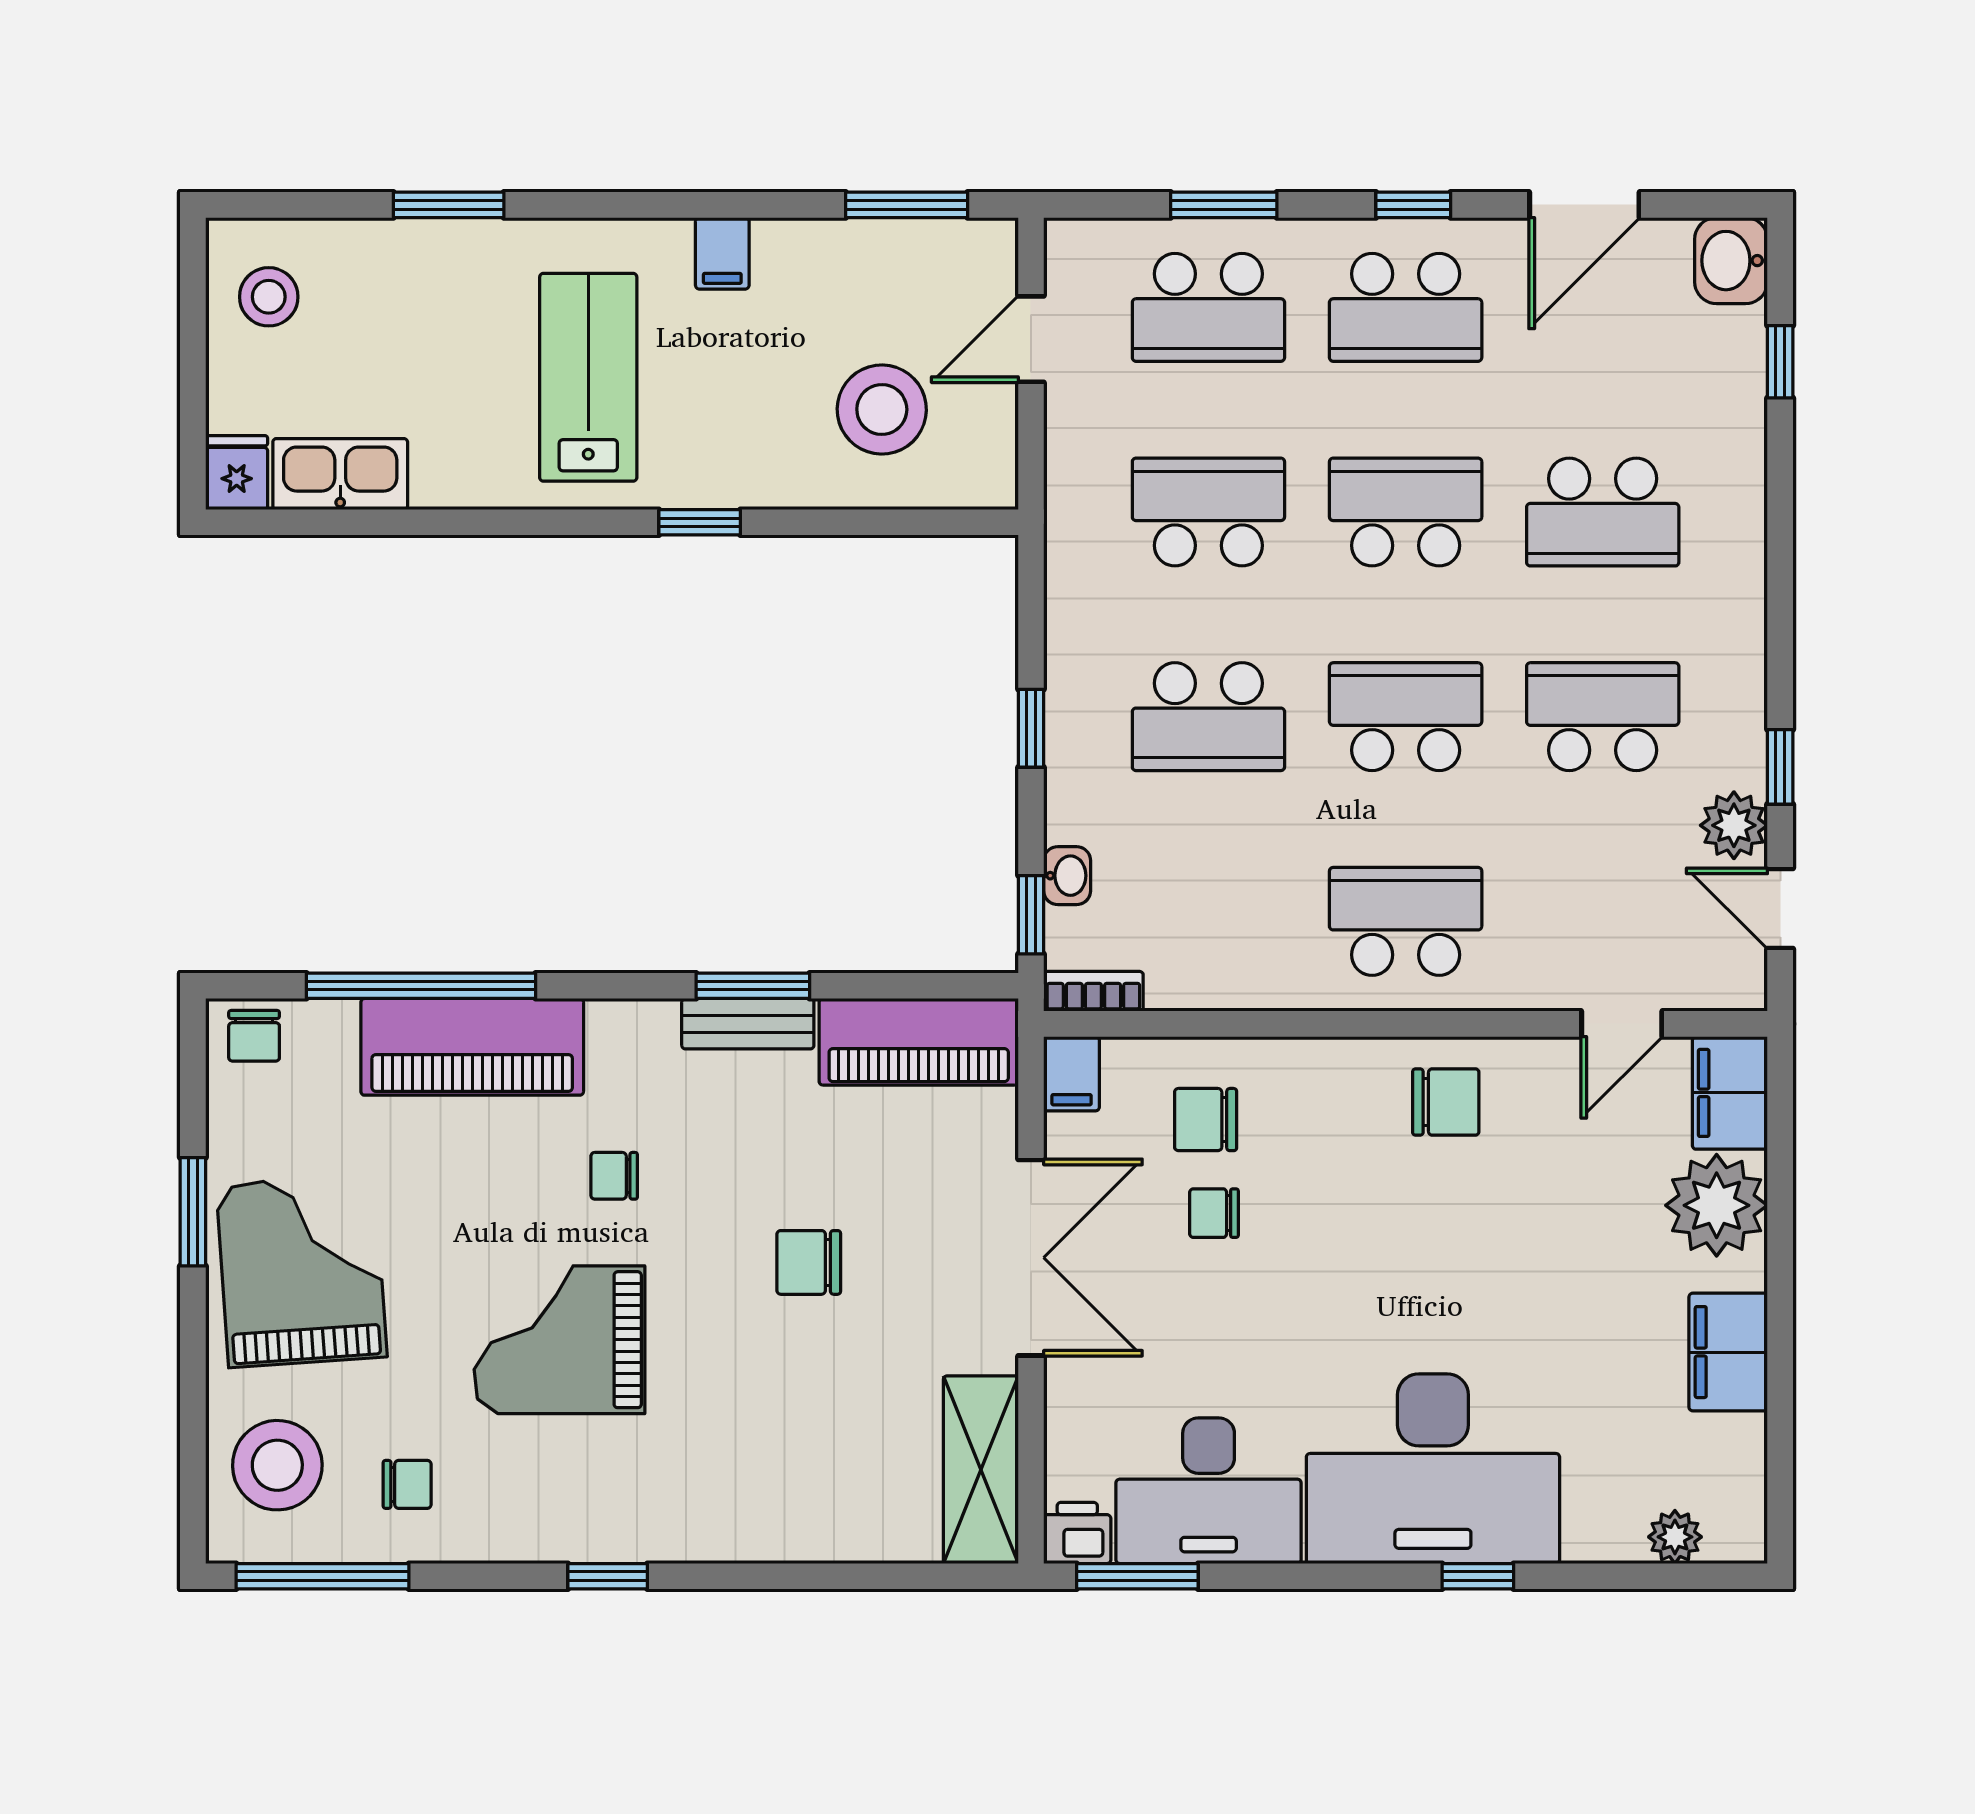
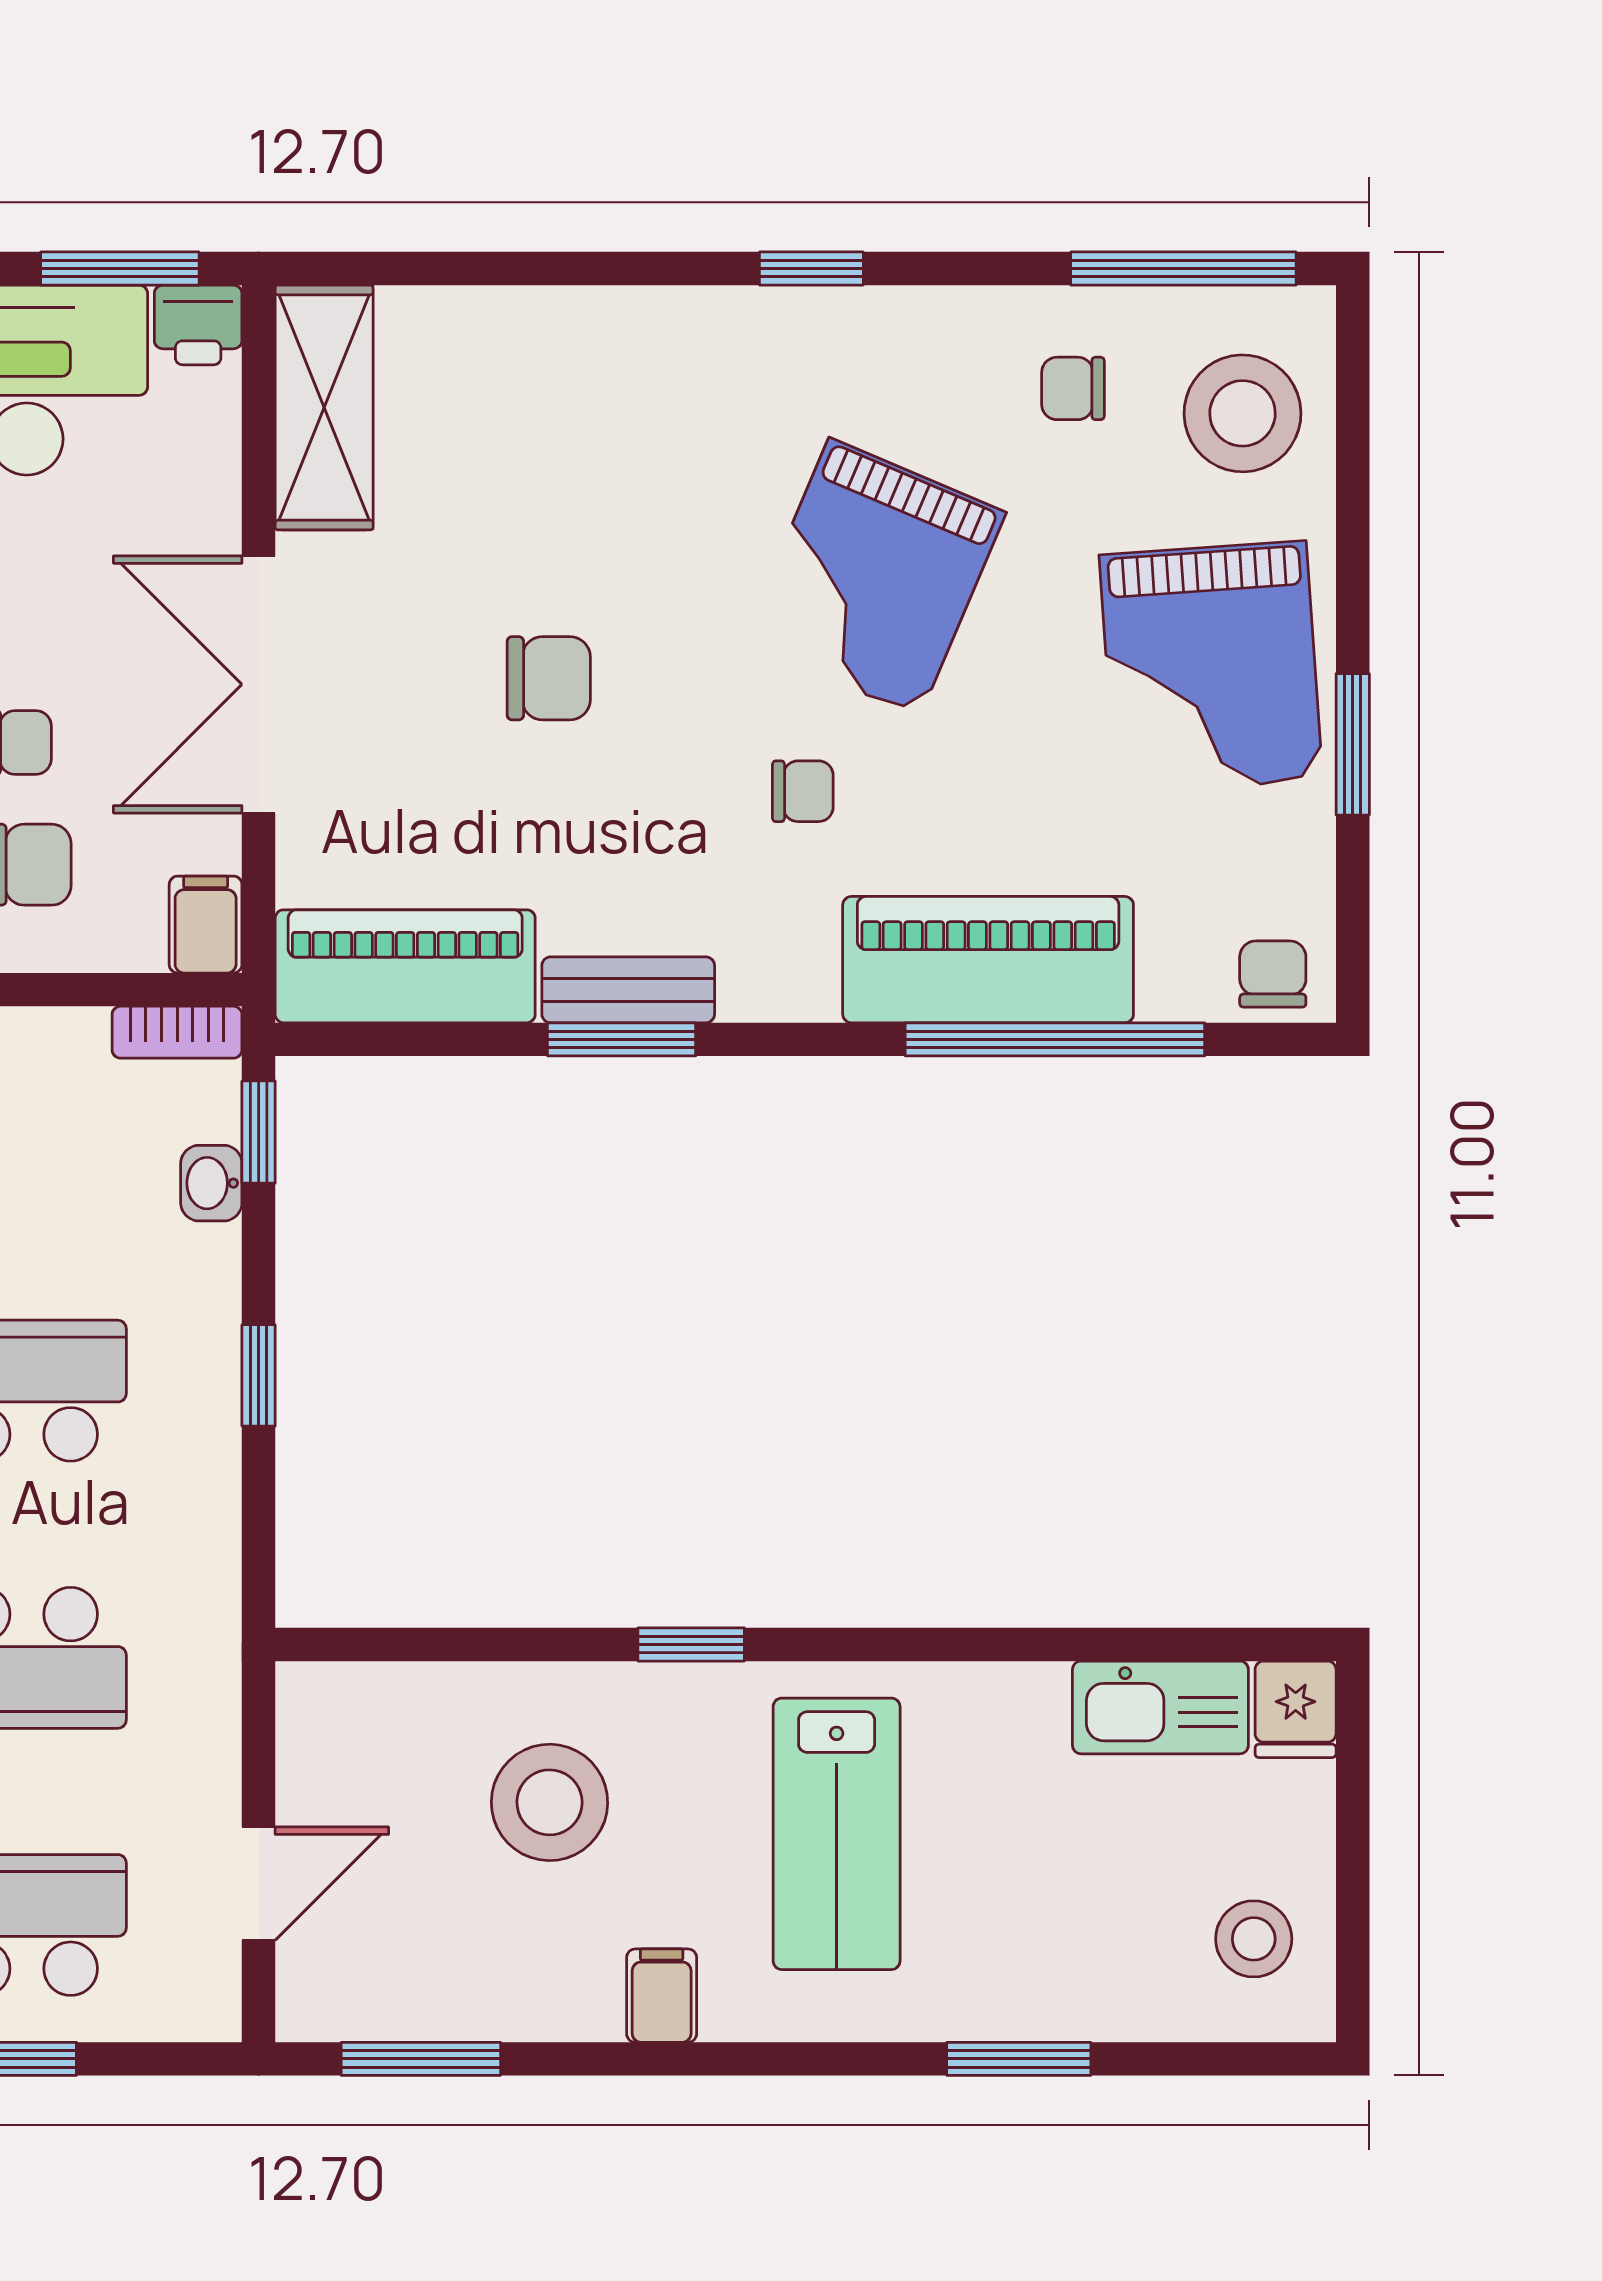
stool: (882, 410) -> (550, 1802), moved
grand piano: (559, 1340) -> (874, 577), turned 113

